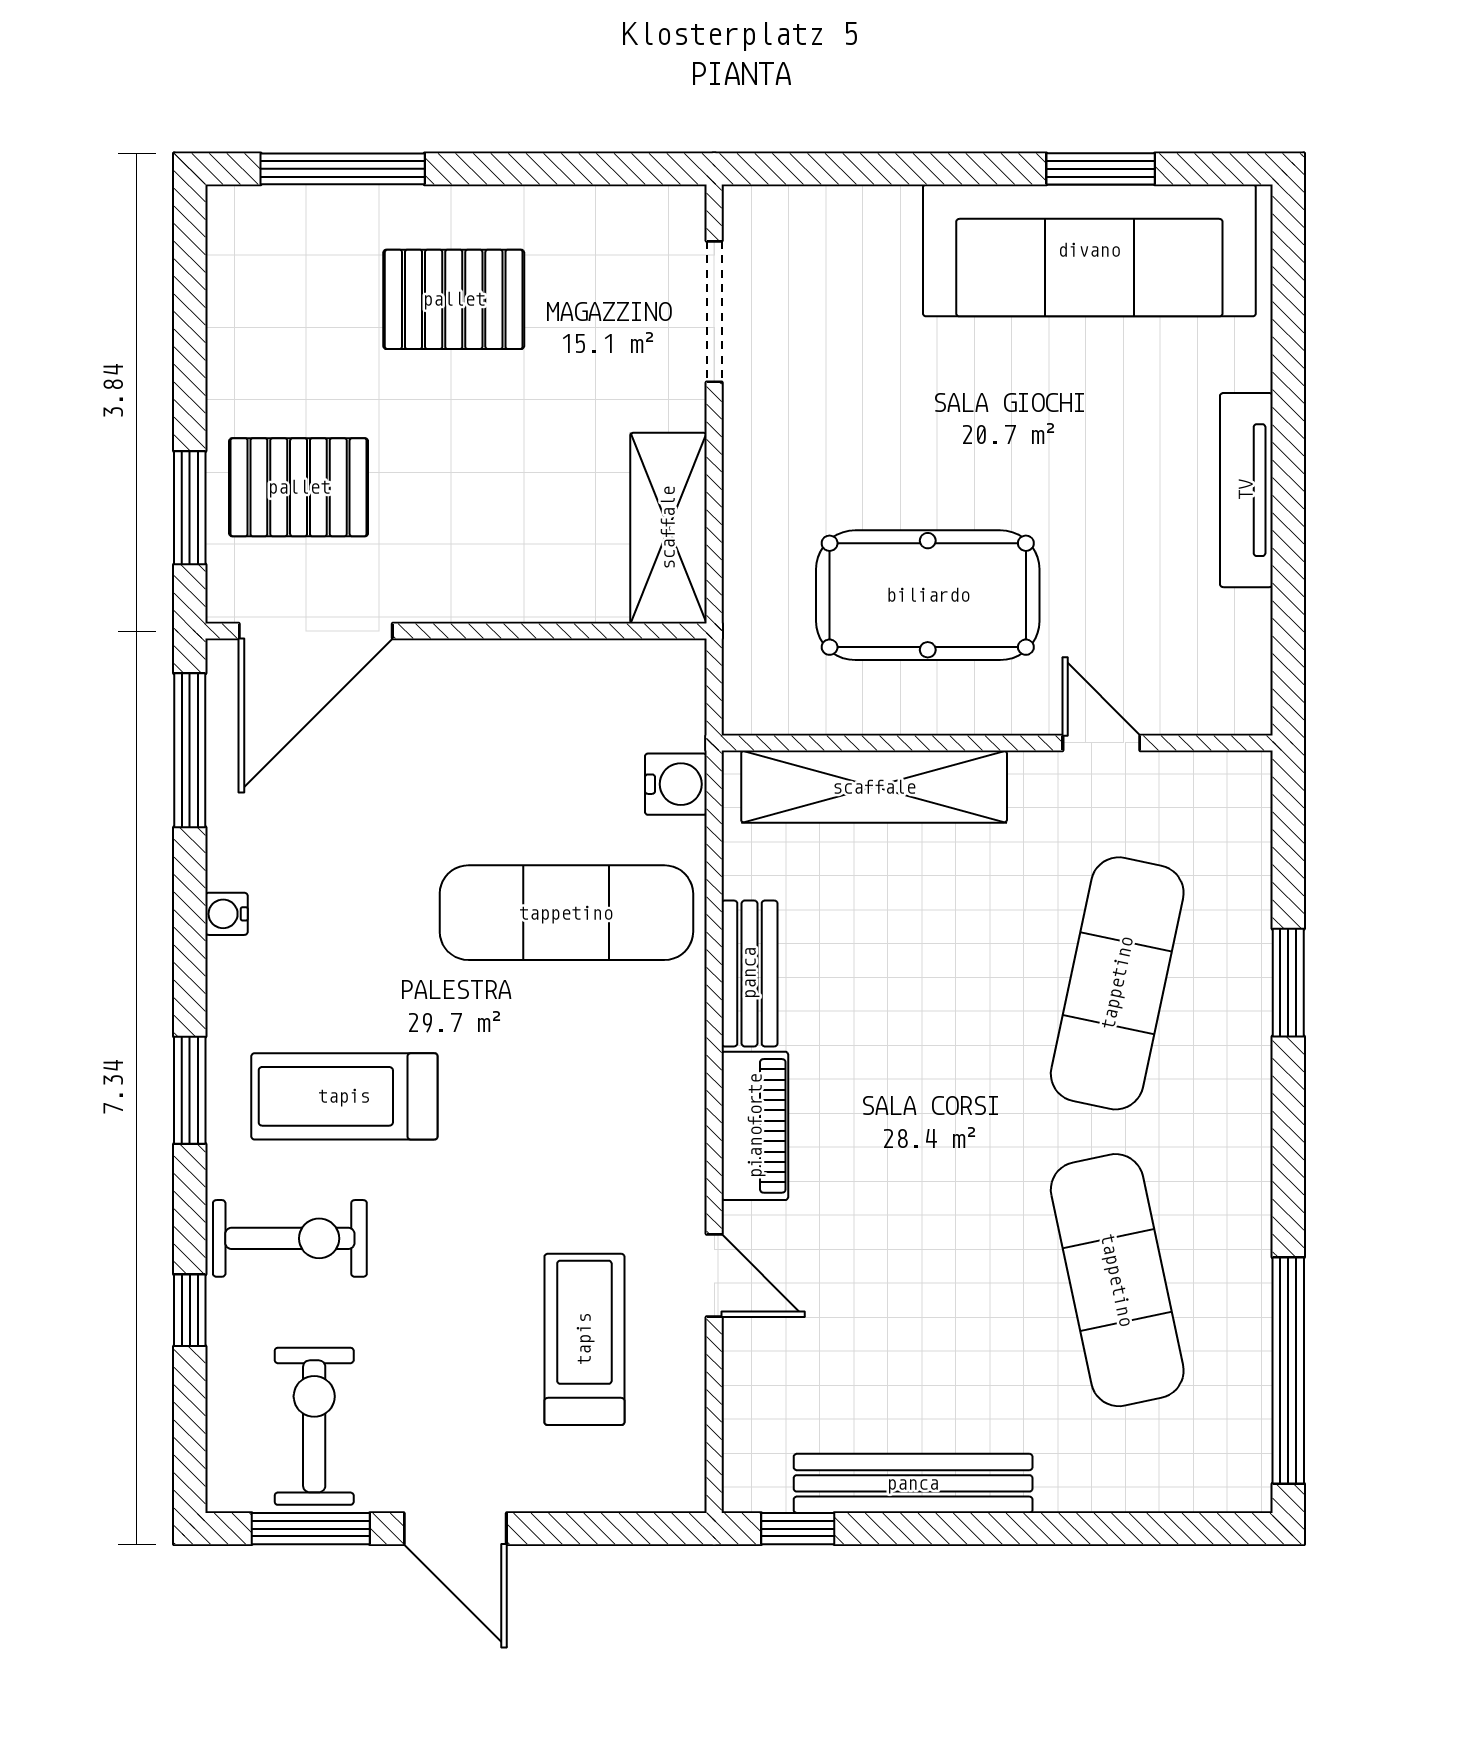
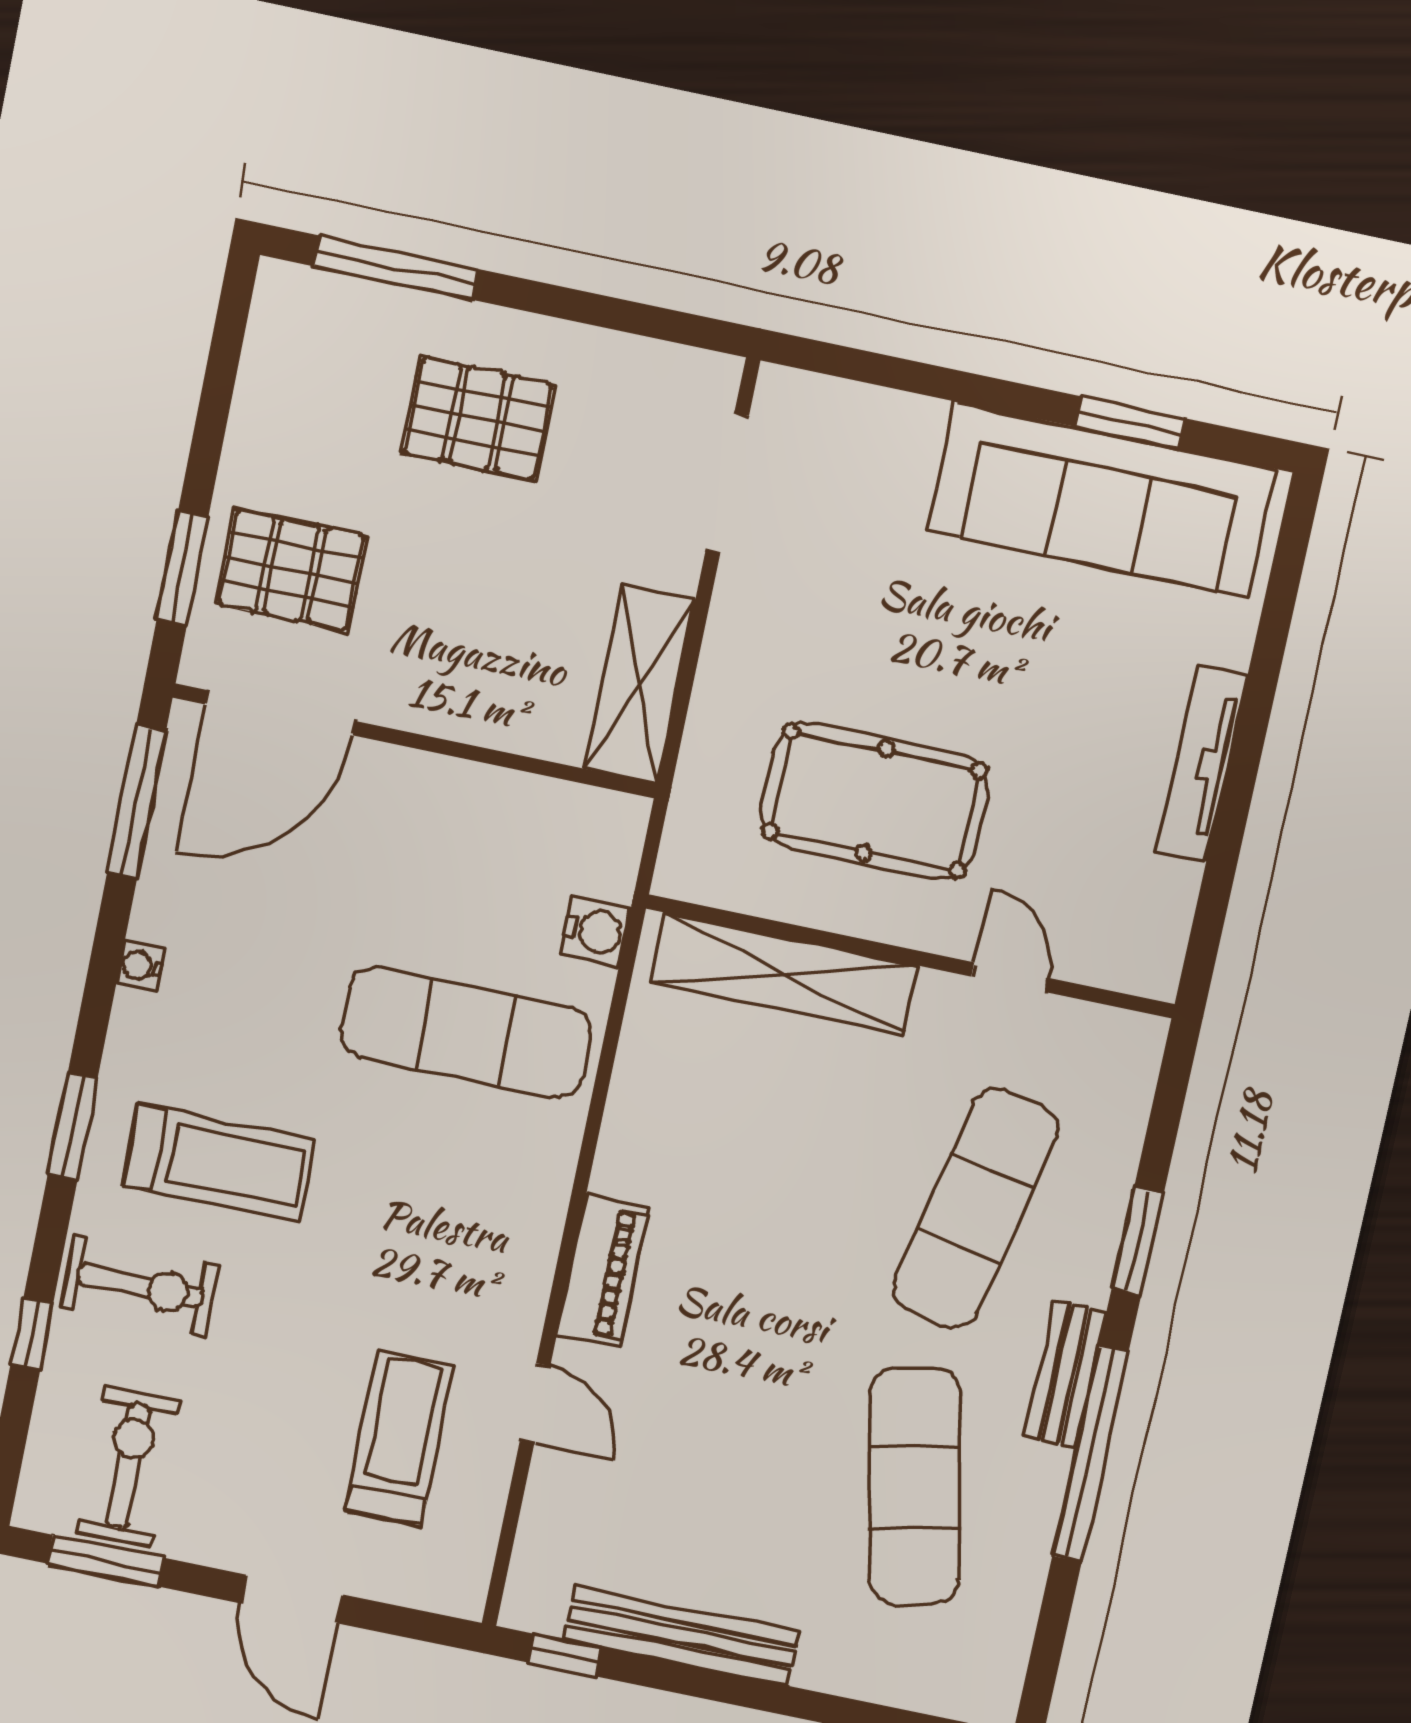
bench: (749, 973) -> (1065, 1374), moved
treadmill: (344, 1096) -> (219, 1163), turned 180
window: (1288, 1371) -> (1090, 1454), moved
door: (455, 1529) -> (292, 1599), moved

